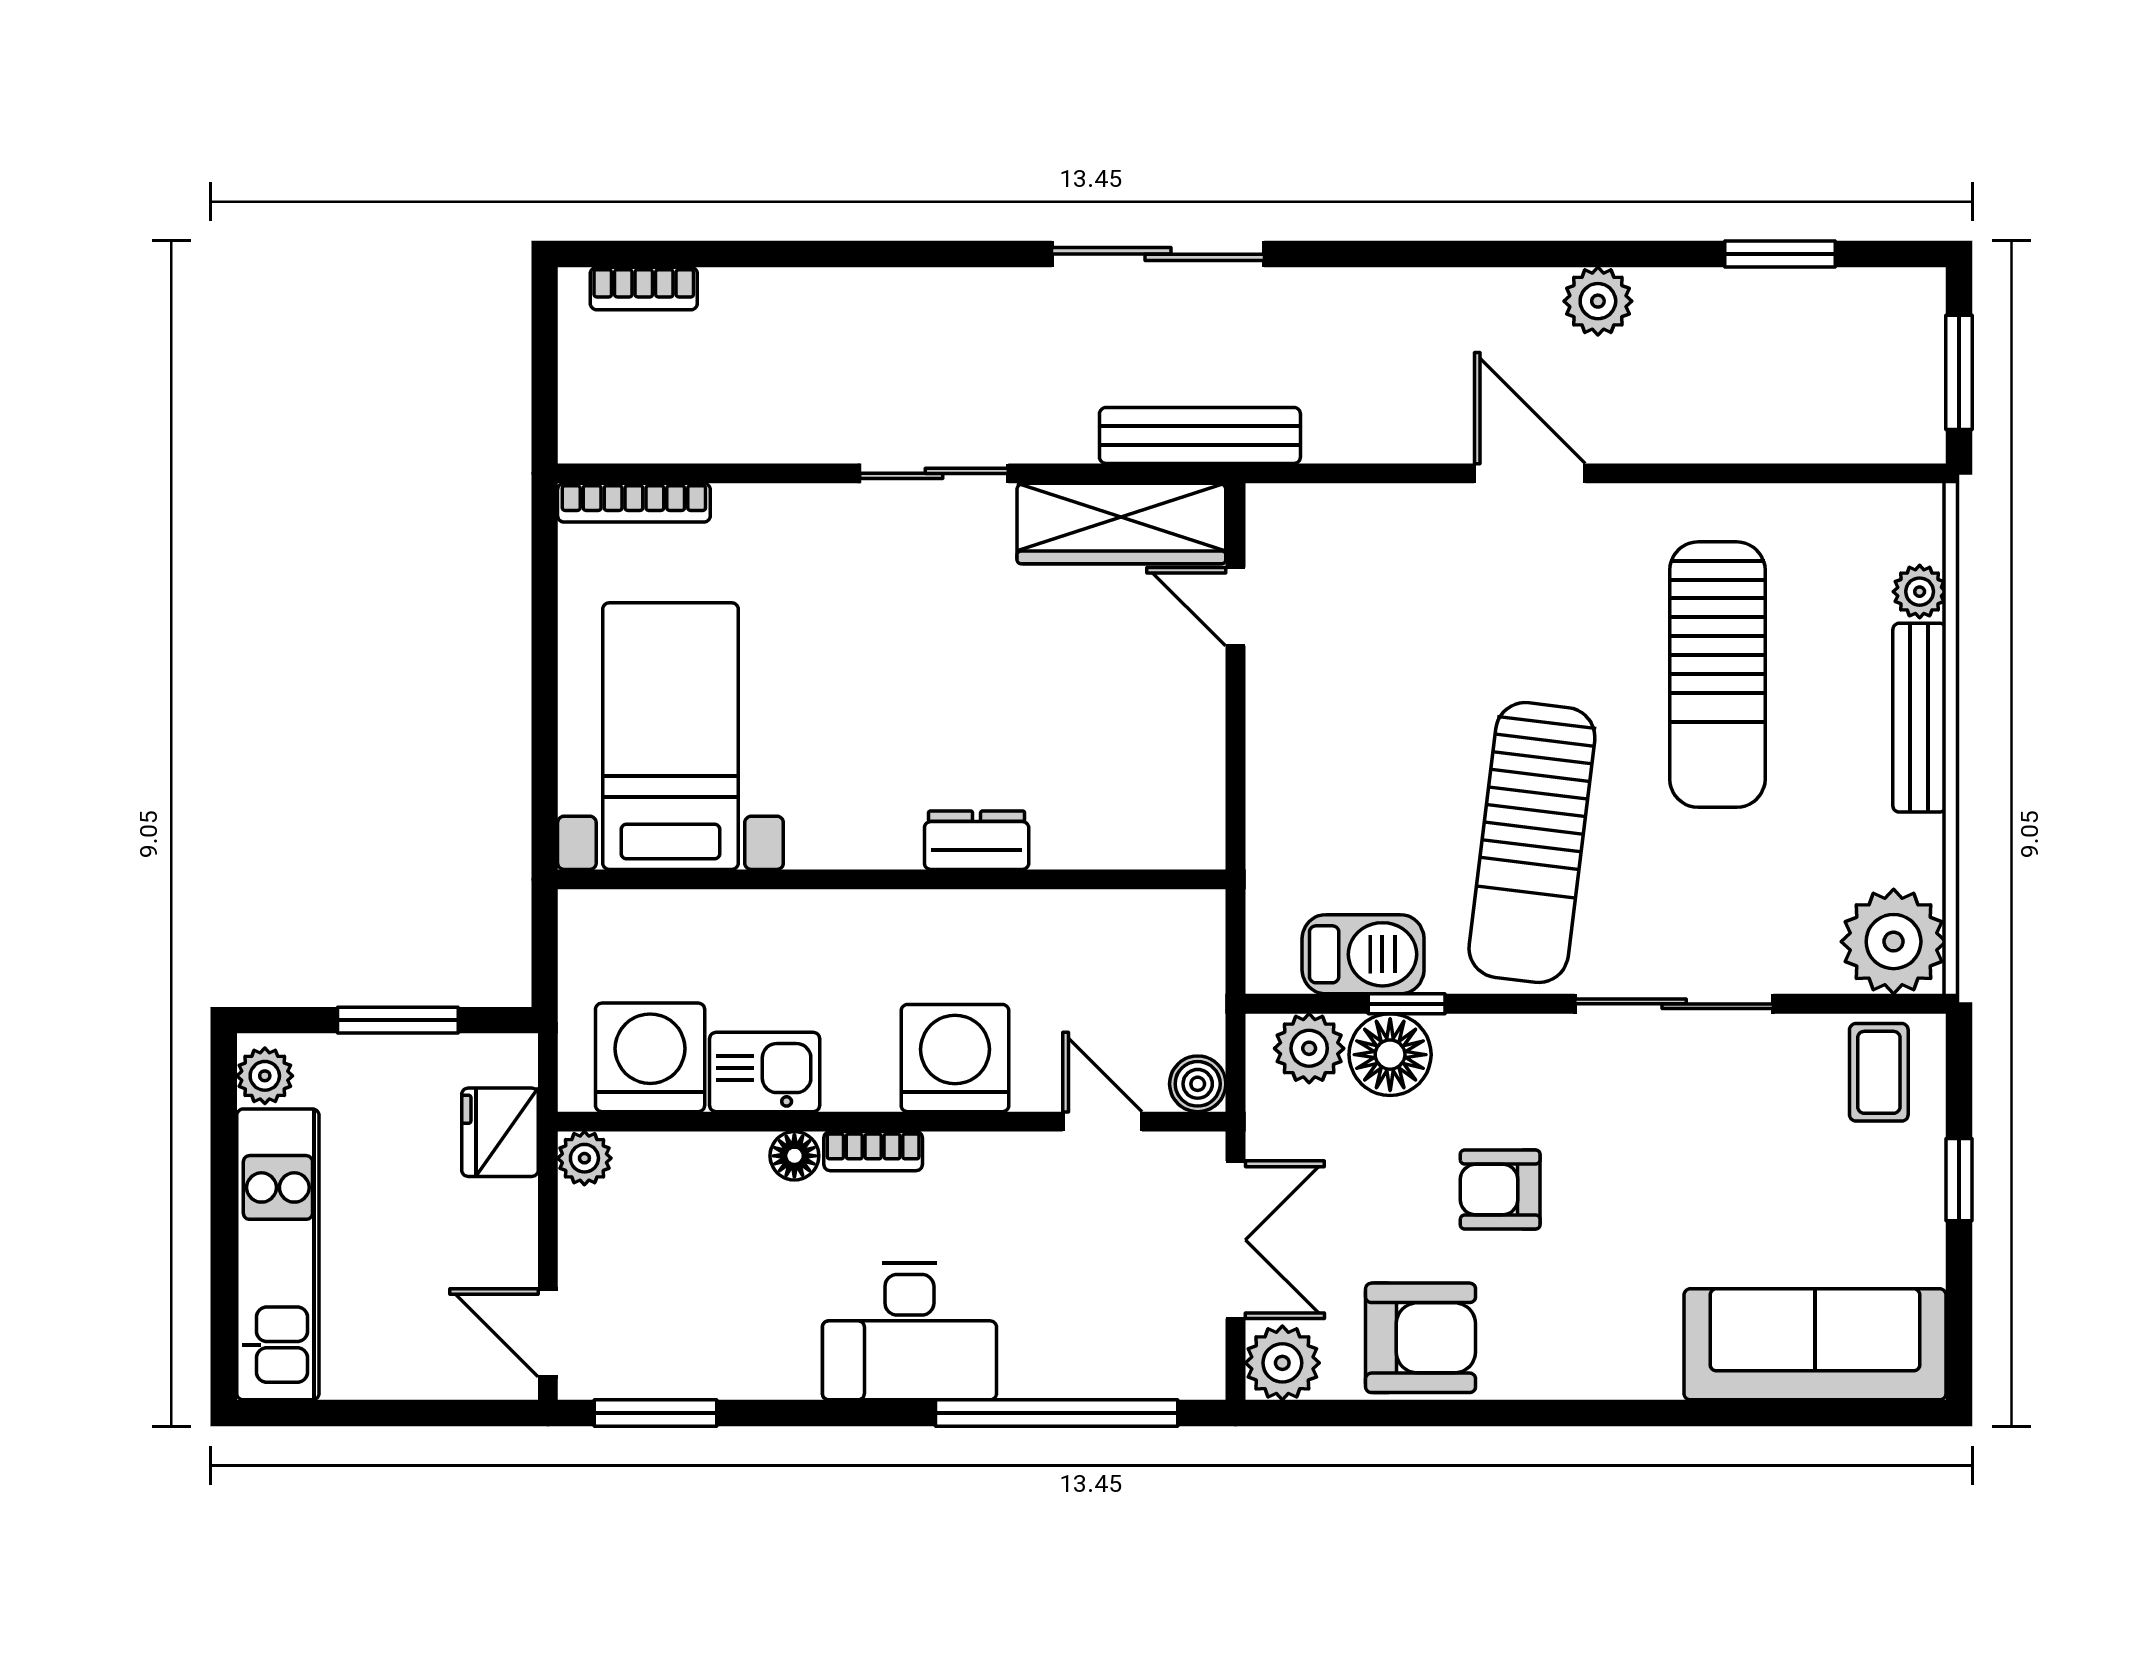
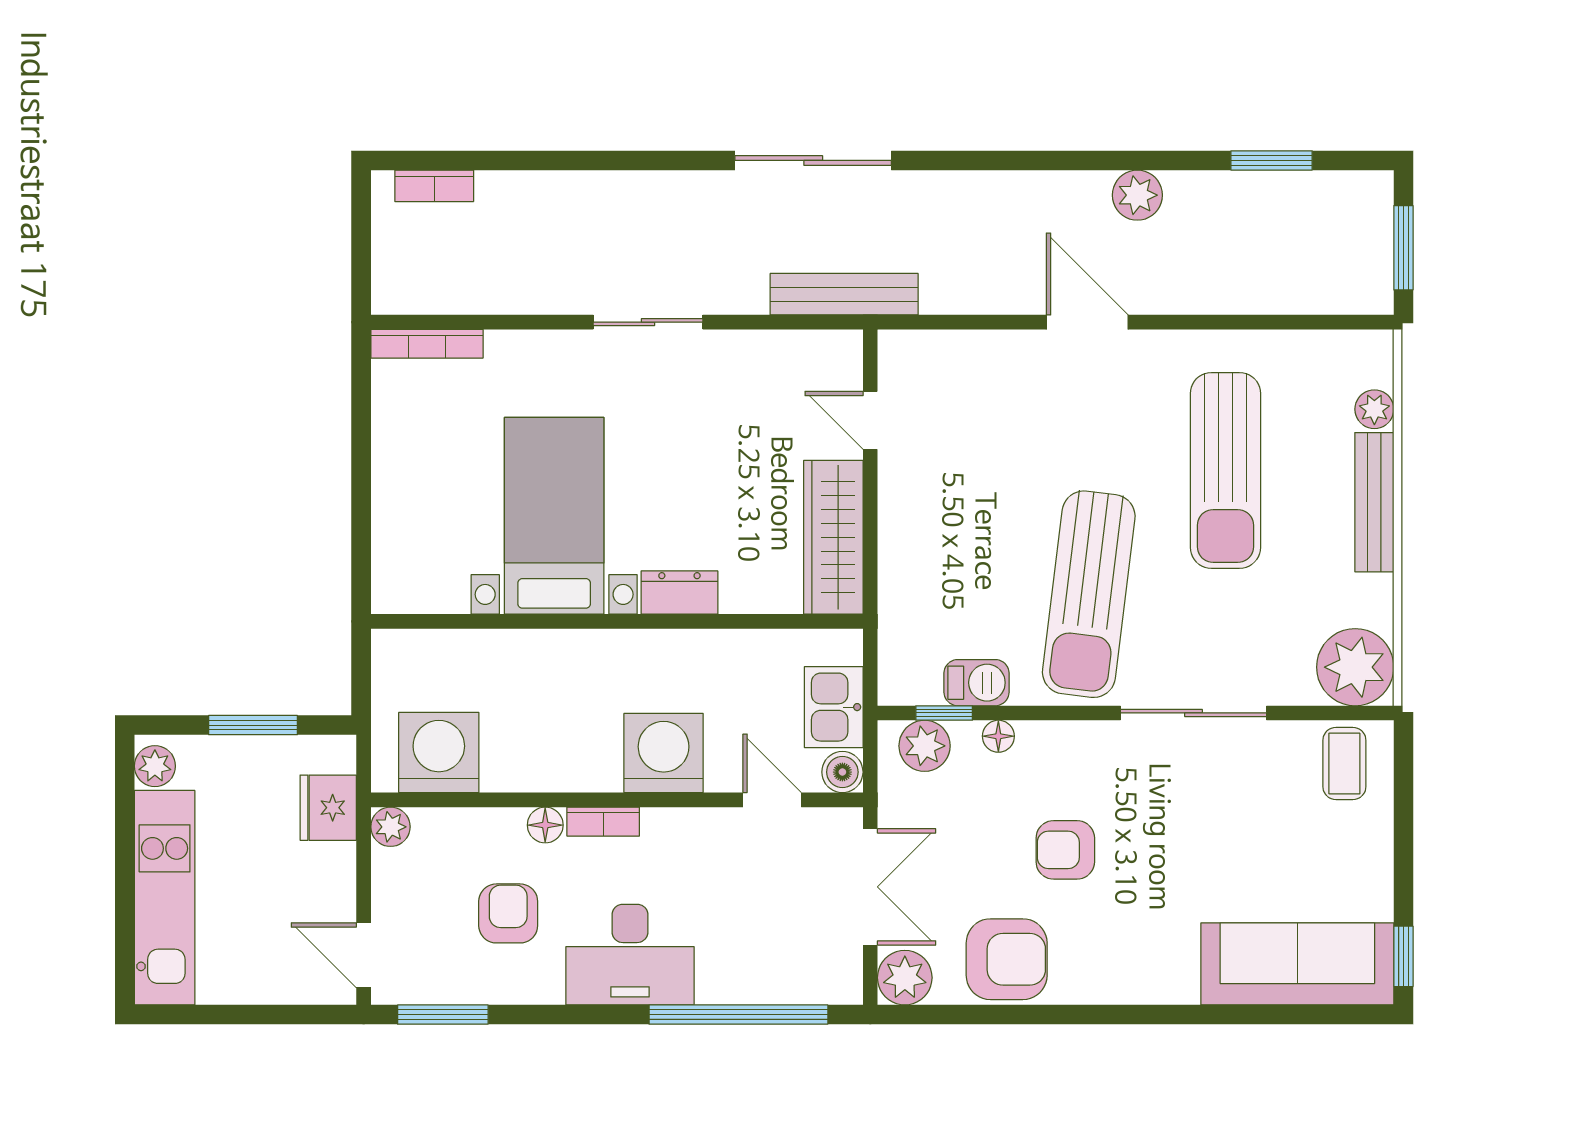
wardrobe: (1121, 524) -> (833, 537), moved, turned 90
bed with nightstands: (670, 736) -> (554, 516), moved
barbecue: (1363, 954) -> (977, 683), width x0.73, depth x0.79
window: (1407, 1004) -> (944, 713), moved
floor lamp: (1390, 1055) -> (998, 736), width x0.53, depth x0.53
kitchen sink: (765, 1072) -> (834, 707), moved, turned -90
window: (1959, 1180) -> (1403, 956), moved
armchair: (744, 1276) -> (508, 913), added

